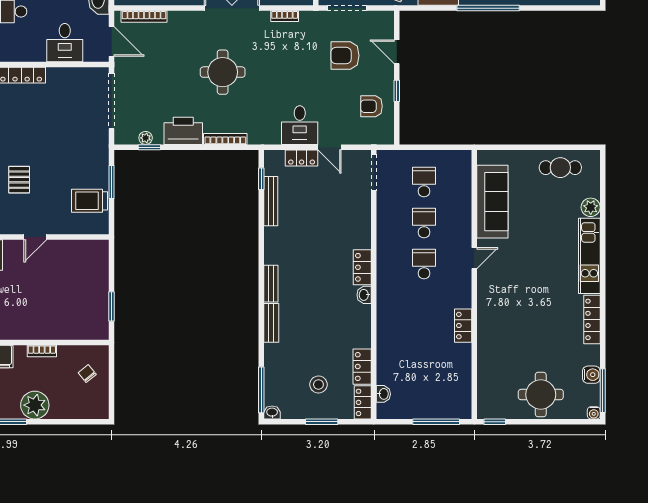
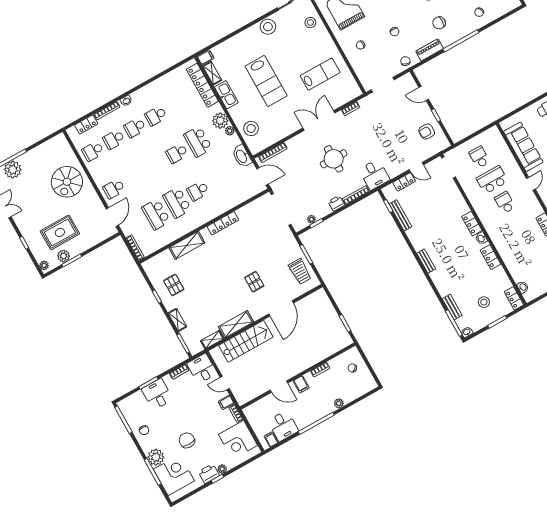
desk: (65, 43) -> (237, 192), removed
armchair: (345, 56) -> (396, 112), removed
desk: (300, 125) -> (374, 175), moved
printer: (183, 131) -> (336, 203), width x0.53, depth x0.68
trolley: (89, 201) -> (300, 272), turned -90
school desk: (424, 223) -> (492, 180), width x1.85
door: (35, 237) -> (281, 308), width x1.88
bench: (271, 323) -> (452, 307), moved
locker: (362, 367) -> (490, 257), moved
plant: (35, 405) -> (339, 403), width x0.53, depth x0.53

